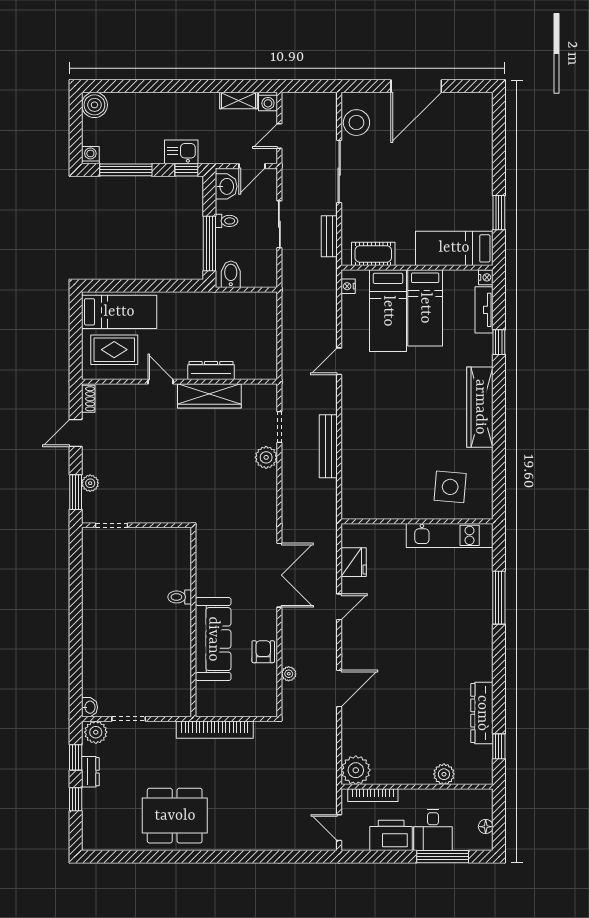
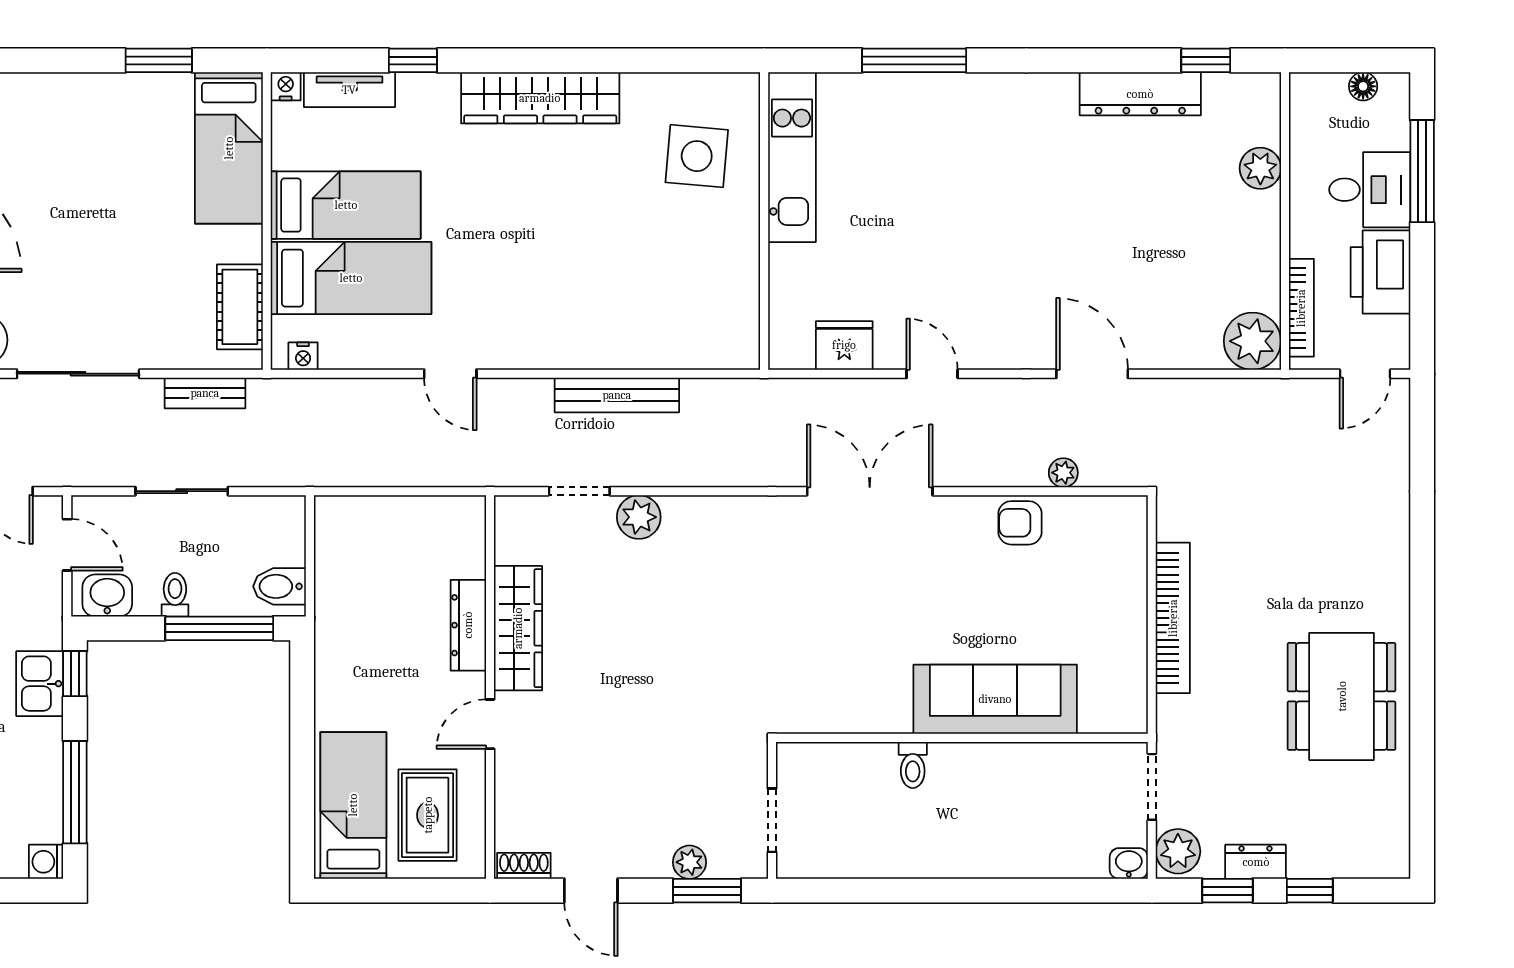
toilet: (180, 597) -> (913, 765), moved
wall: (193, 622) -> (962, 738), moved
sofa: (213, 639) -> (995, 699), moved

